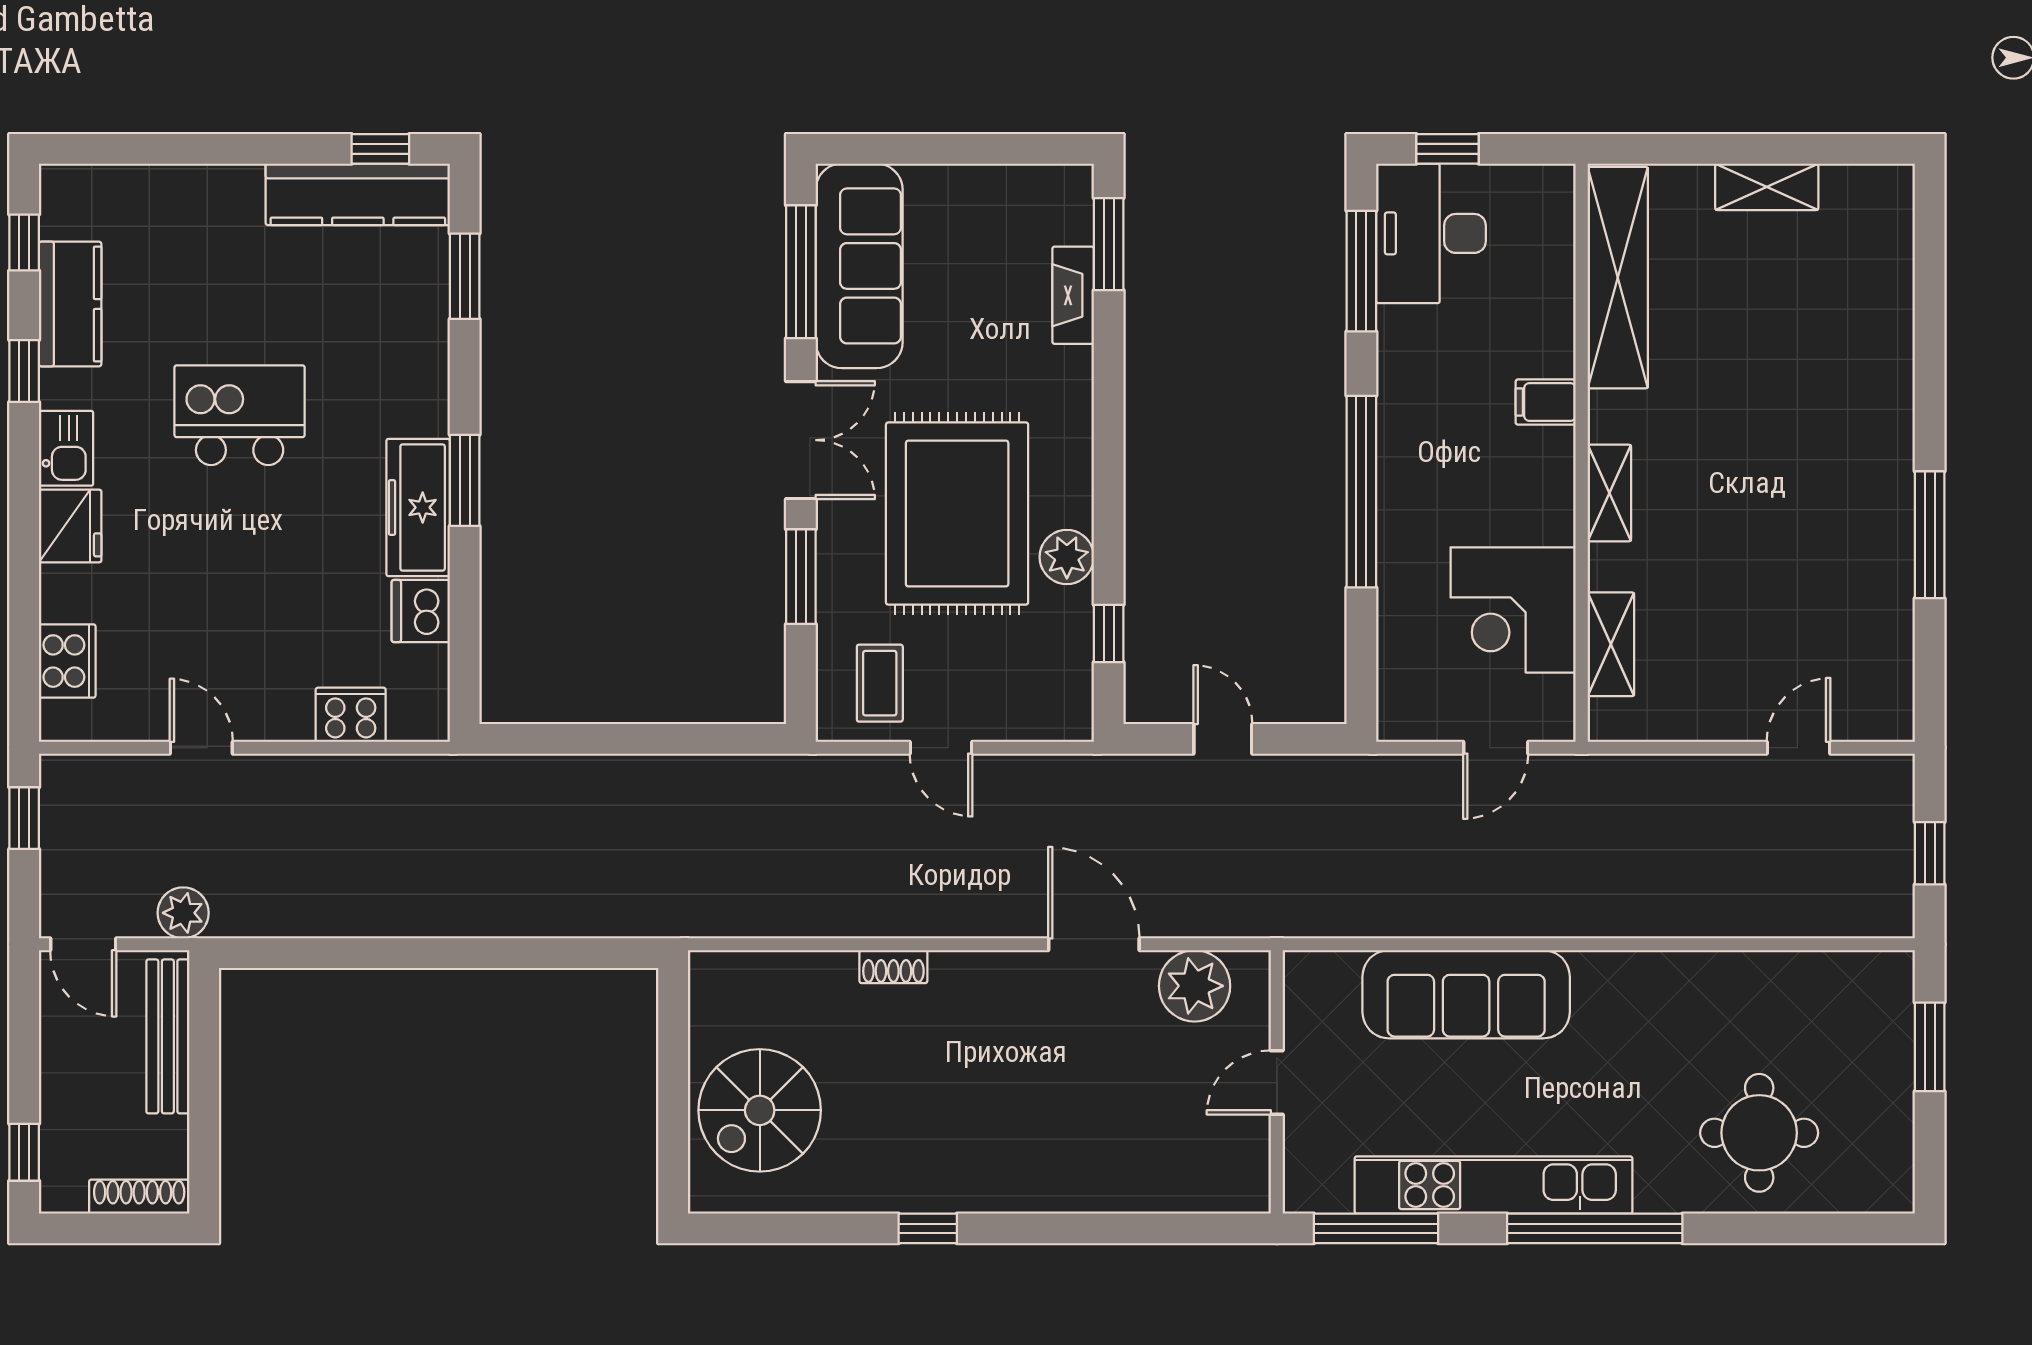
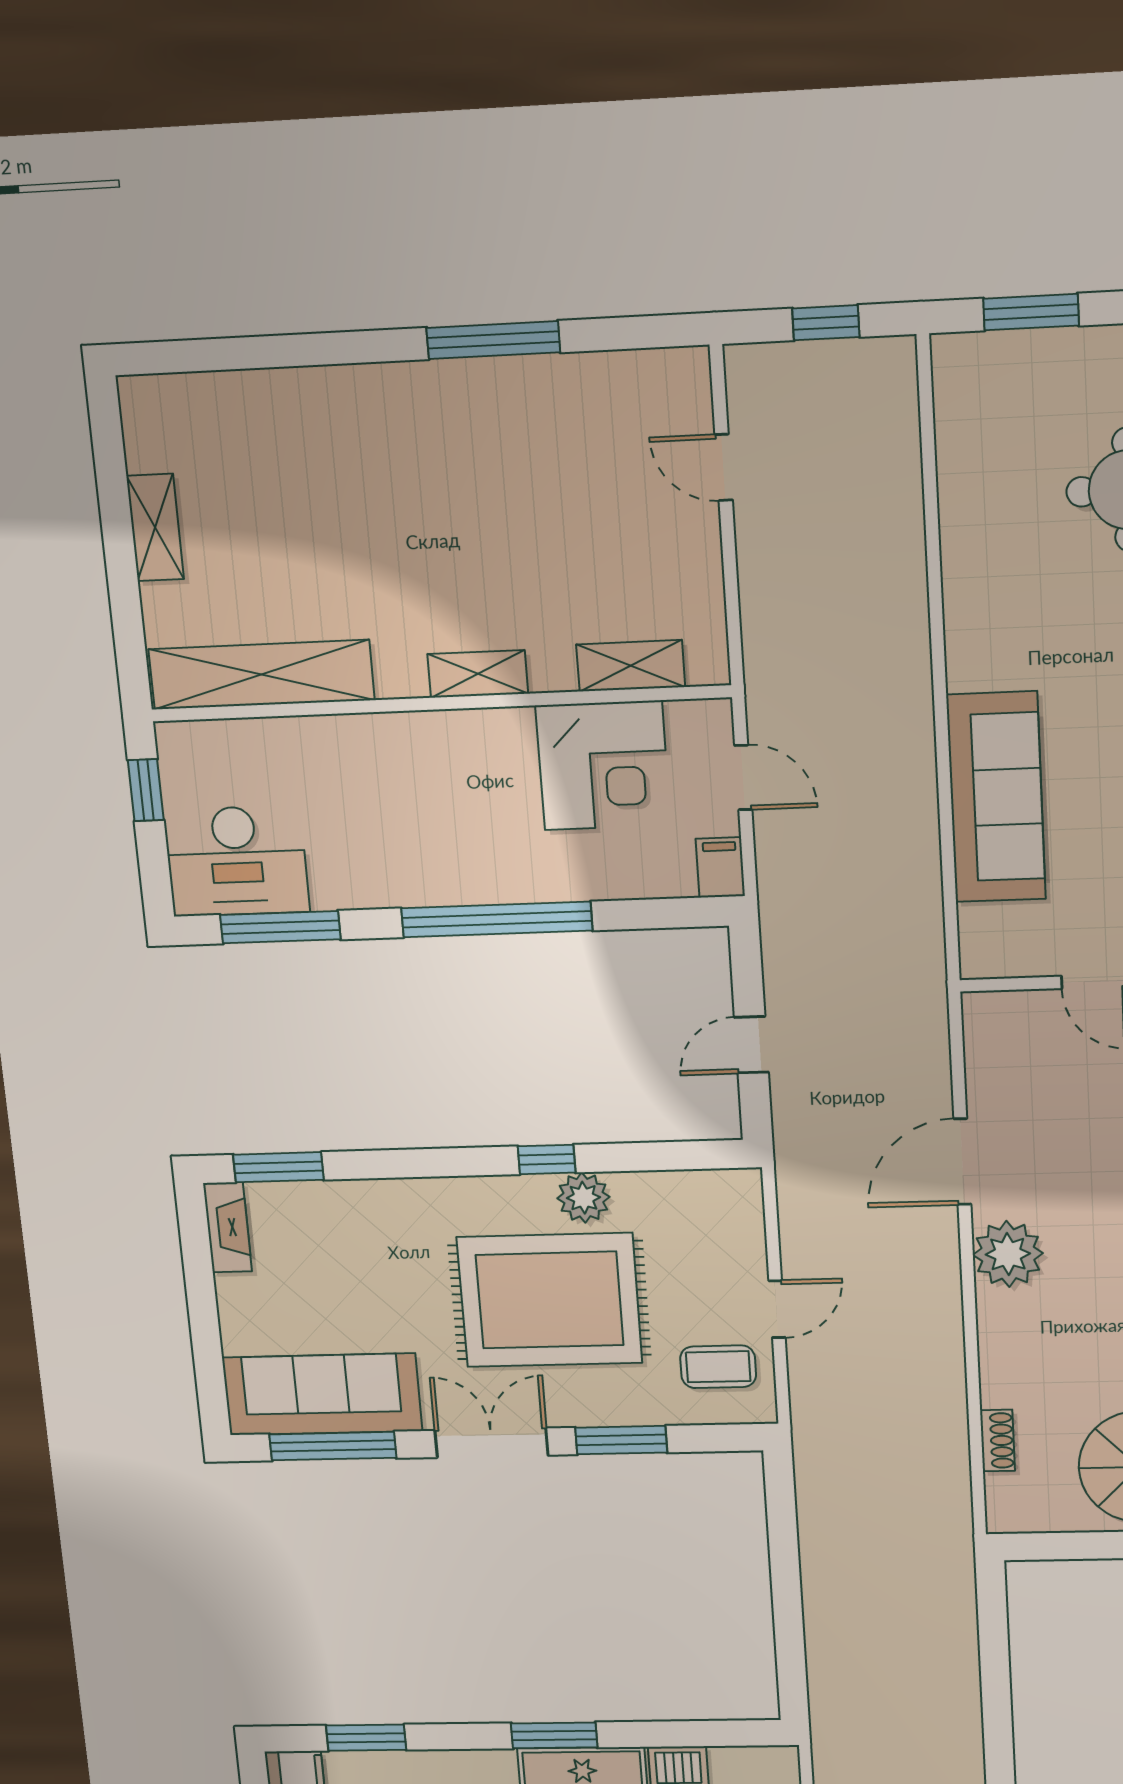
window: (1448, 149) -> (146, 790), moved
fireplace: (1073, 295) -> (228, 1227), moved, turned -90
filing cabinet: (1546, 402) -> (720, 867), moved, turned 180
window: (1109, 634) -> (547, 1159), moved
shoe rack: (893, 967) -> (997, 1441), moved
plant: (1195, 986) -> (1008, 1254), moved

